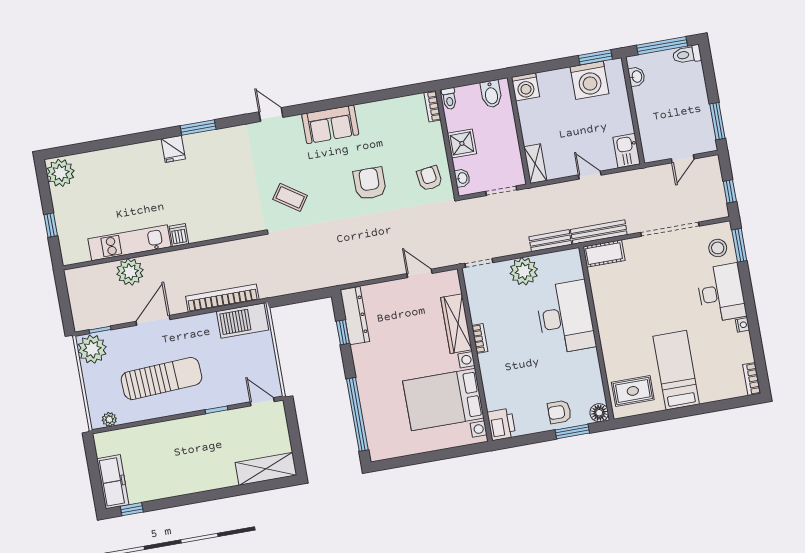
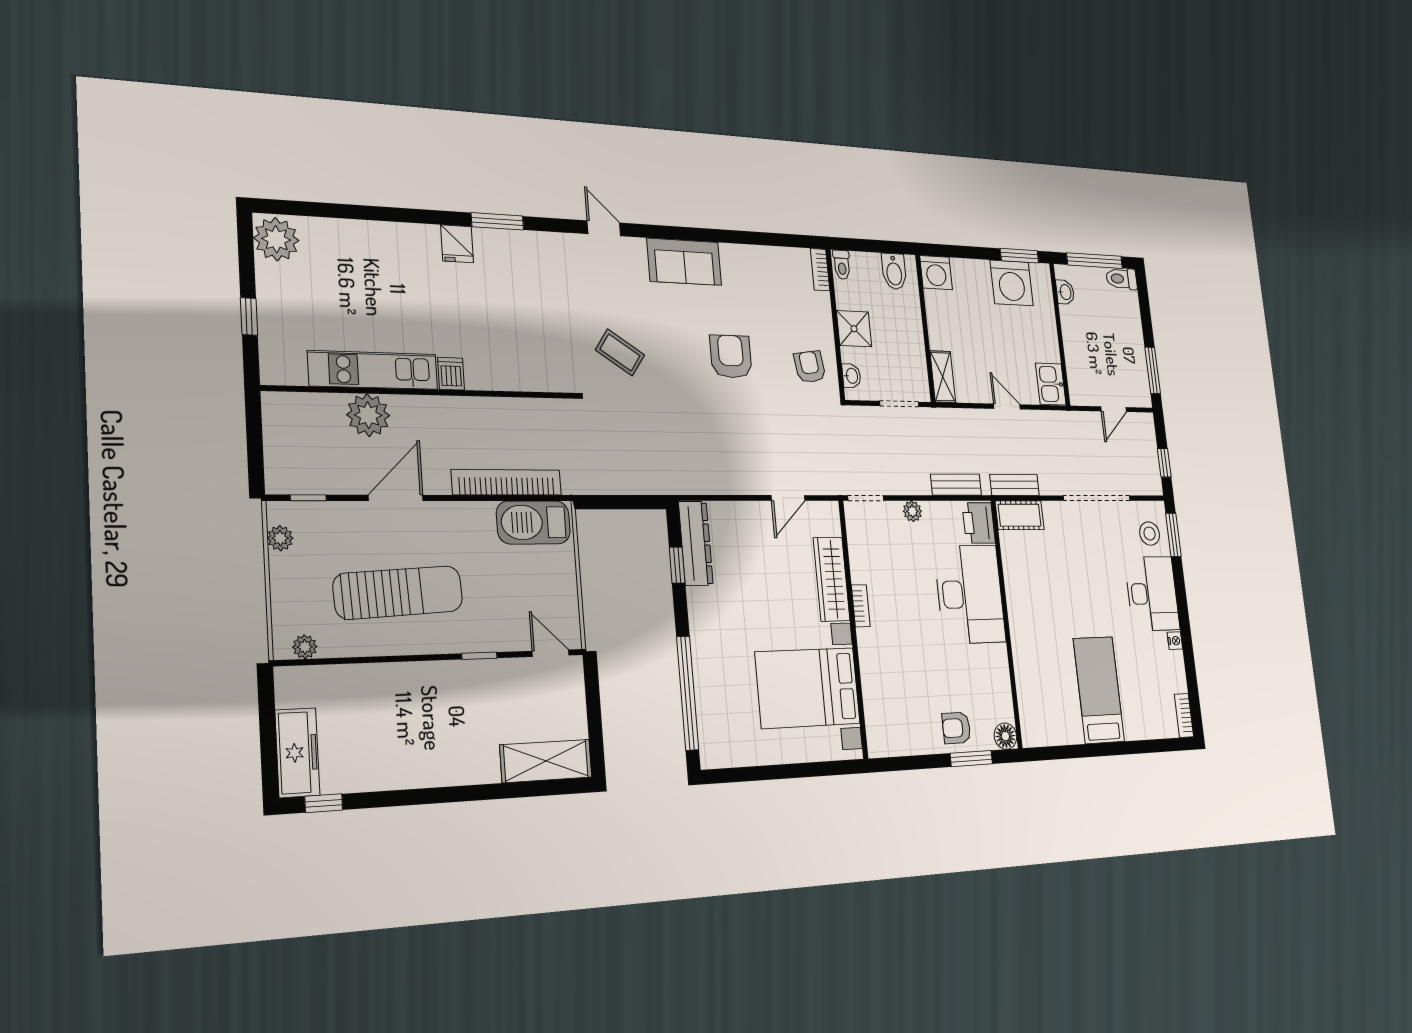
bench: (599, 232) -> (1015, 485), width x0.73
plant: (524, 271) -> (912, 511), width x0.53, depth x0.53
door: (420, 273) -> (788, 498), swing flipped
plant: (92, 349) -> (280, 538), width x0.53, depth x0.53
rug: (633, 391) -> (1047, 711), removed
printer: (501, 424) -> (979, 523), moved, turned 180

